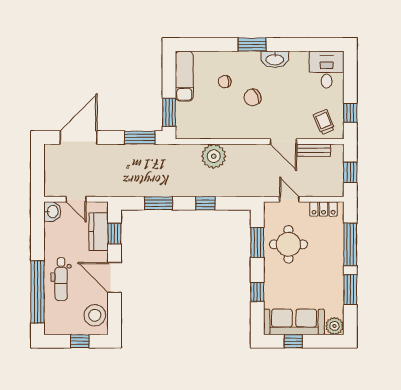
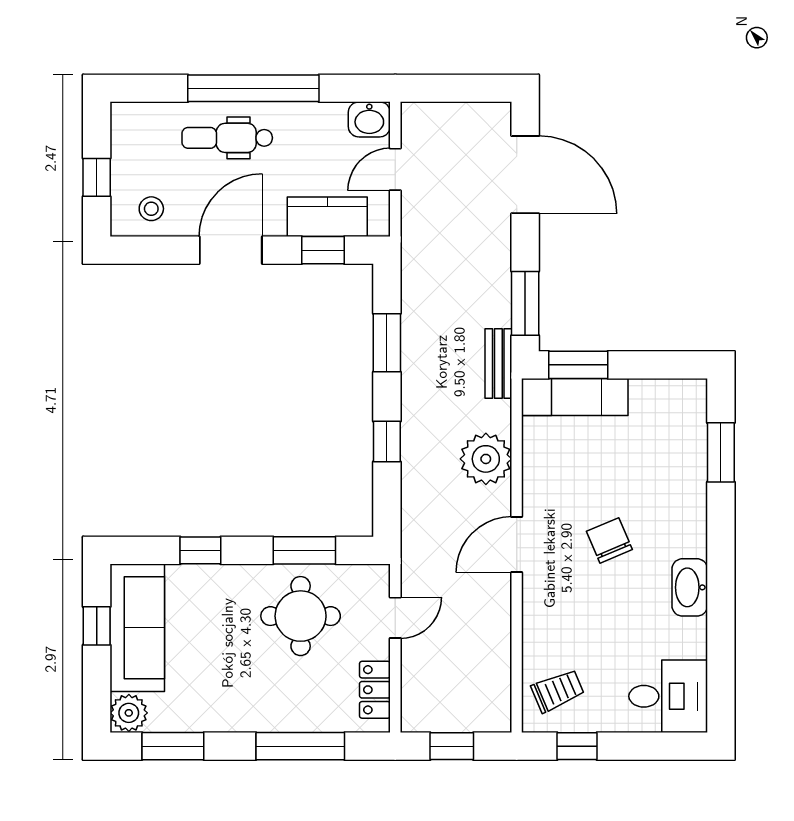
window: (252, 44) -> (721, 452), moved
exam couch: (184, 76) -> (575, 397), moved
chair: (225, 82) -> (643, 482), removed
door: (283, 142) -> (517, 545), moved
bench: (314, 150) -> (498, 363), moved
window: (350, 290) -> (173, 746), moved
window: (37, 292) -> (253, 88), moved
stool: (95, 315) -> (151, 209), width x0.53, depth x0.53

